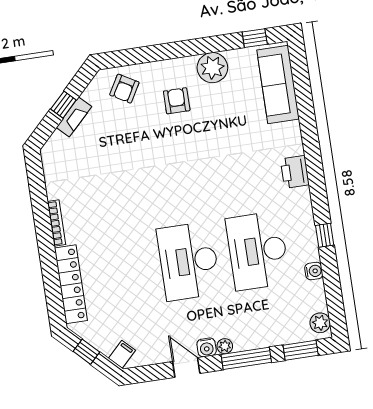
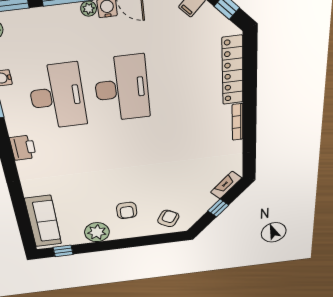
fireplace: (74, 117) -> (226, 185), moved
printer: (295, 172) -> (23, 148), moved

